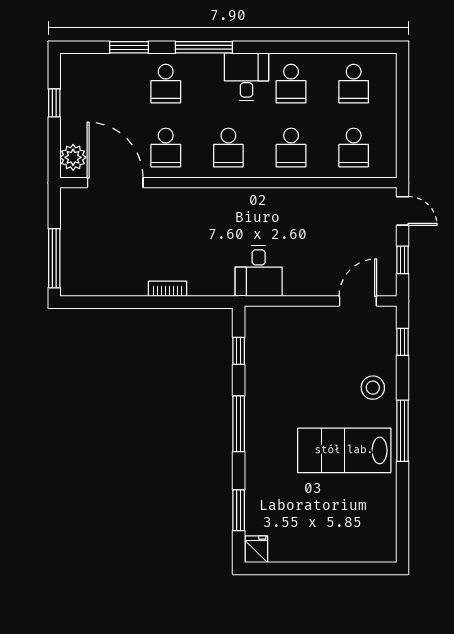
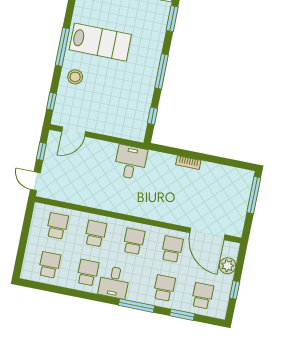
school desk: (103, 84) -> (202, 296), added
plant: (73, 157) -> (228, 266), moved

